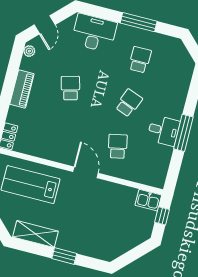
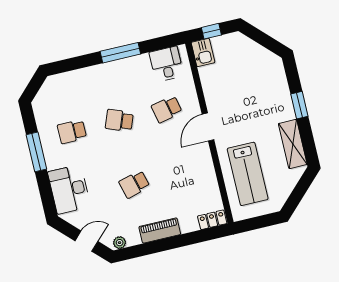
desk: (163, 131) -> (166, 64), moved

